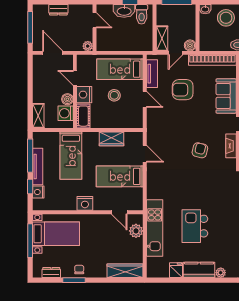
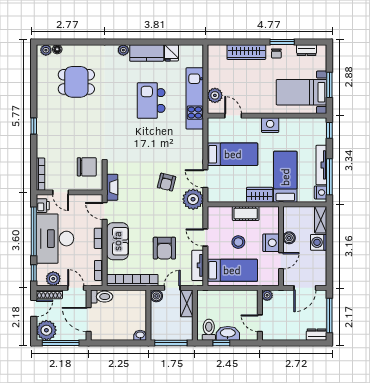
dresser: (58, 10) -> (317, 335), moved
stool: (226, 18) -> (118, 326), removed
door: (53, 53) -> (305, 288), hinge flipped
door: (75, 78) -> (281, 261), hinge flipped
armchair: (183, 90) -> (164, 248), turned 90
washing machine: (66, 113) -> (319, 242), moved, turned 180
cot: (83, 116) -> (246, 214), moved, turned 90
plant: (156, 135) -> (193, 199), added
wardrobe: (112, 139) -> (260, 195), moved
armchair: (200, 150) -> (167, 182), moved
window: (30, 187) -> (329, 130), moved
nightstand: (38, 192) -> (321, 192), moved
kitchen island: (195, 226) -> (151, 100), turned 180
window: (30, 241) -> (329, 85), width x0.69
wardrobe: (125, 271) -> (246, 52), moved

